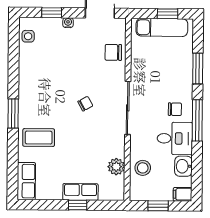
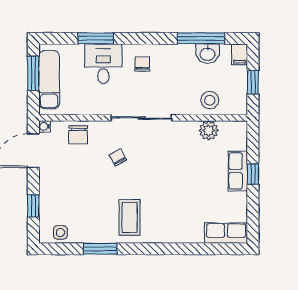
window: (168, 14) -> (33, 73), width x1.50
water cooler: (68, 23) -> (45, 126), moved
chair: (85, 104) -> (118, 157), moved
window: (13, 114) -> (100, 249), moved
window: (197, 120) -> (201, 38), moved
coffee table: (39, 138) -> (130, 217), moved
desk: (175, 138) -> (103, 64), moved

